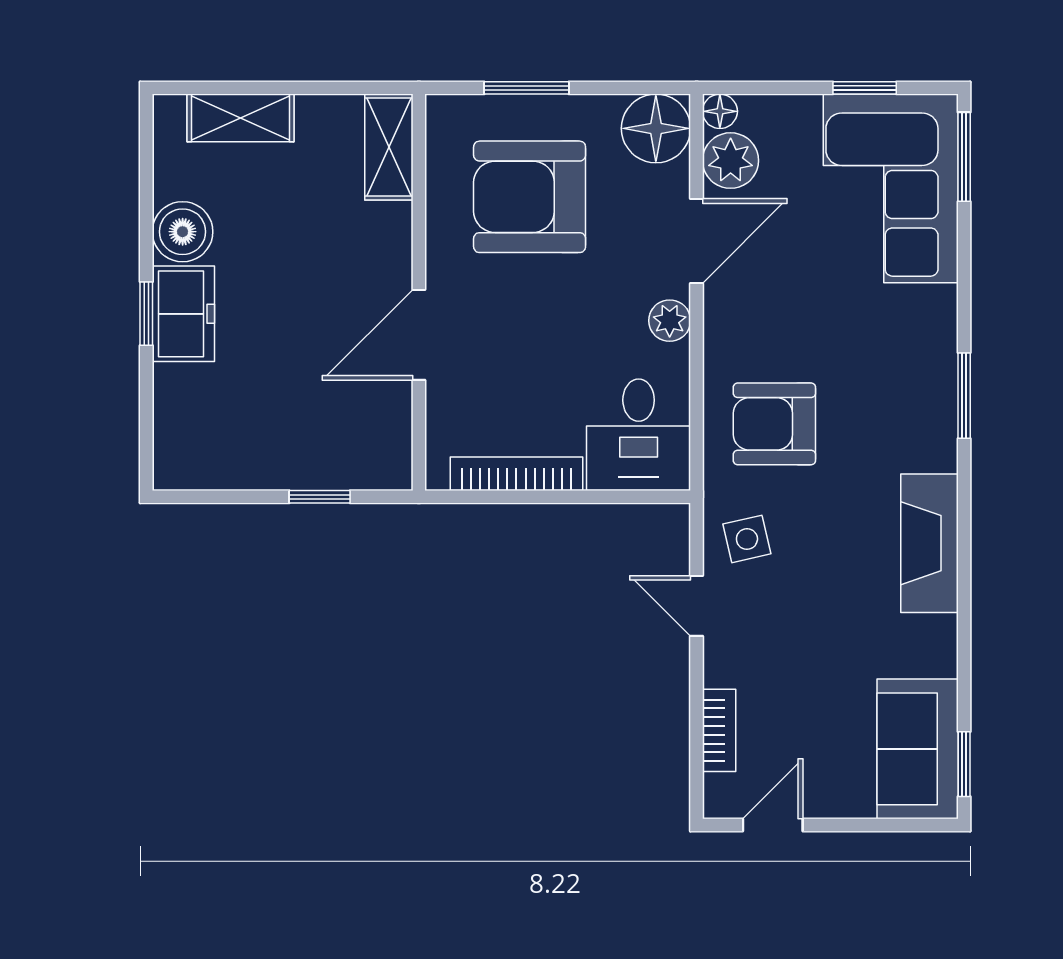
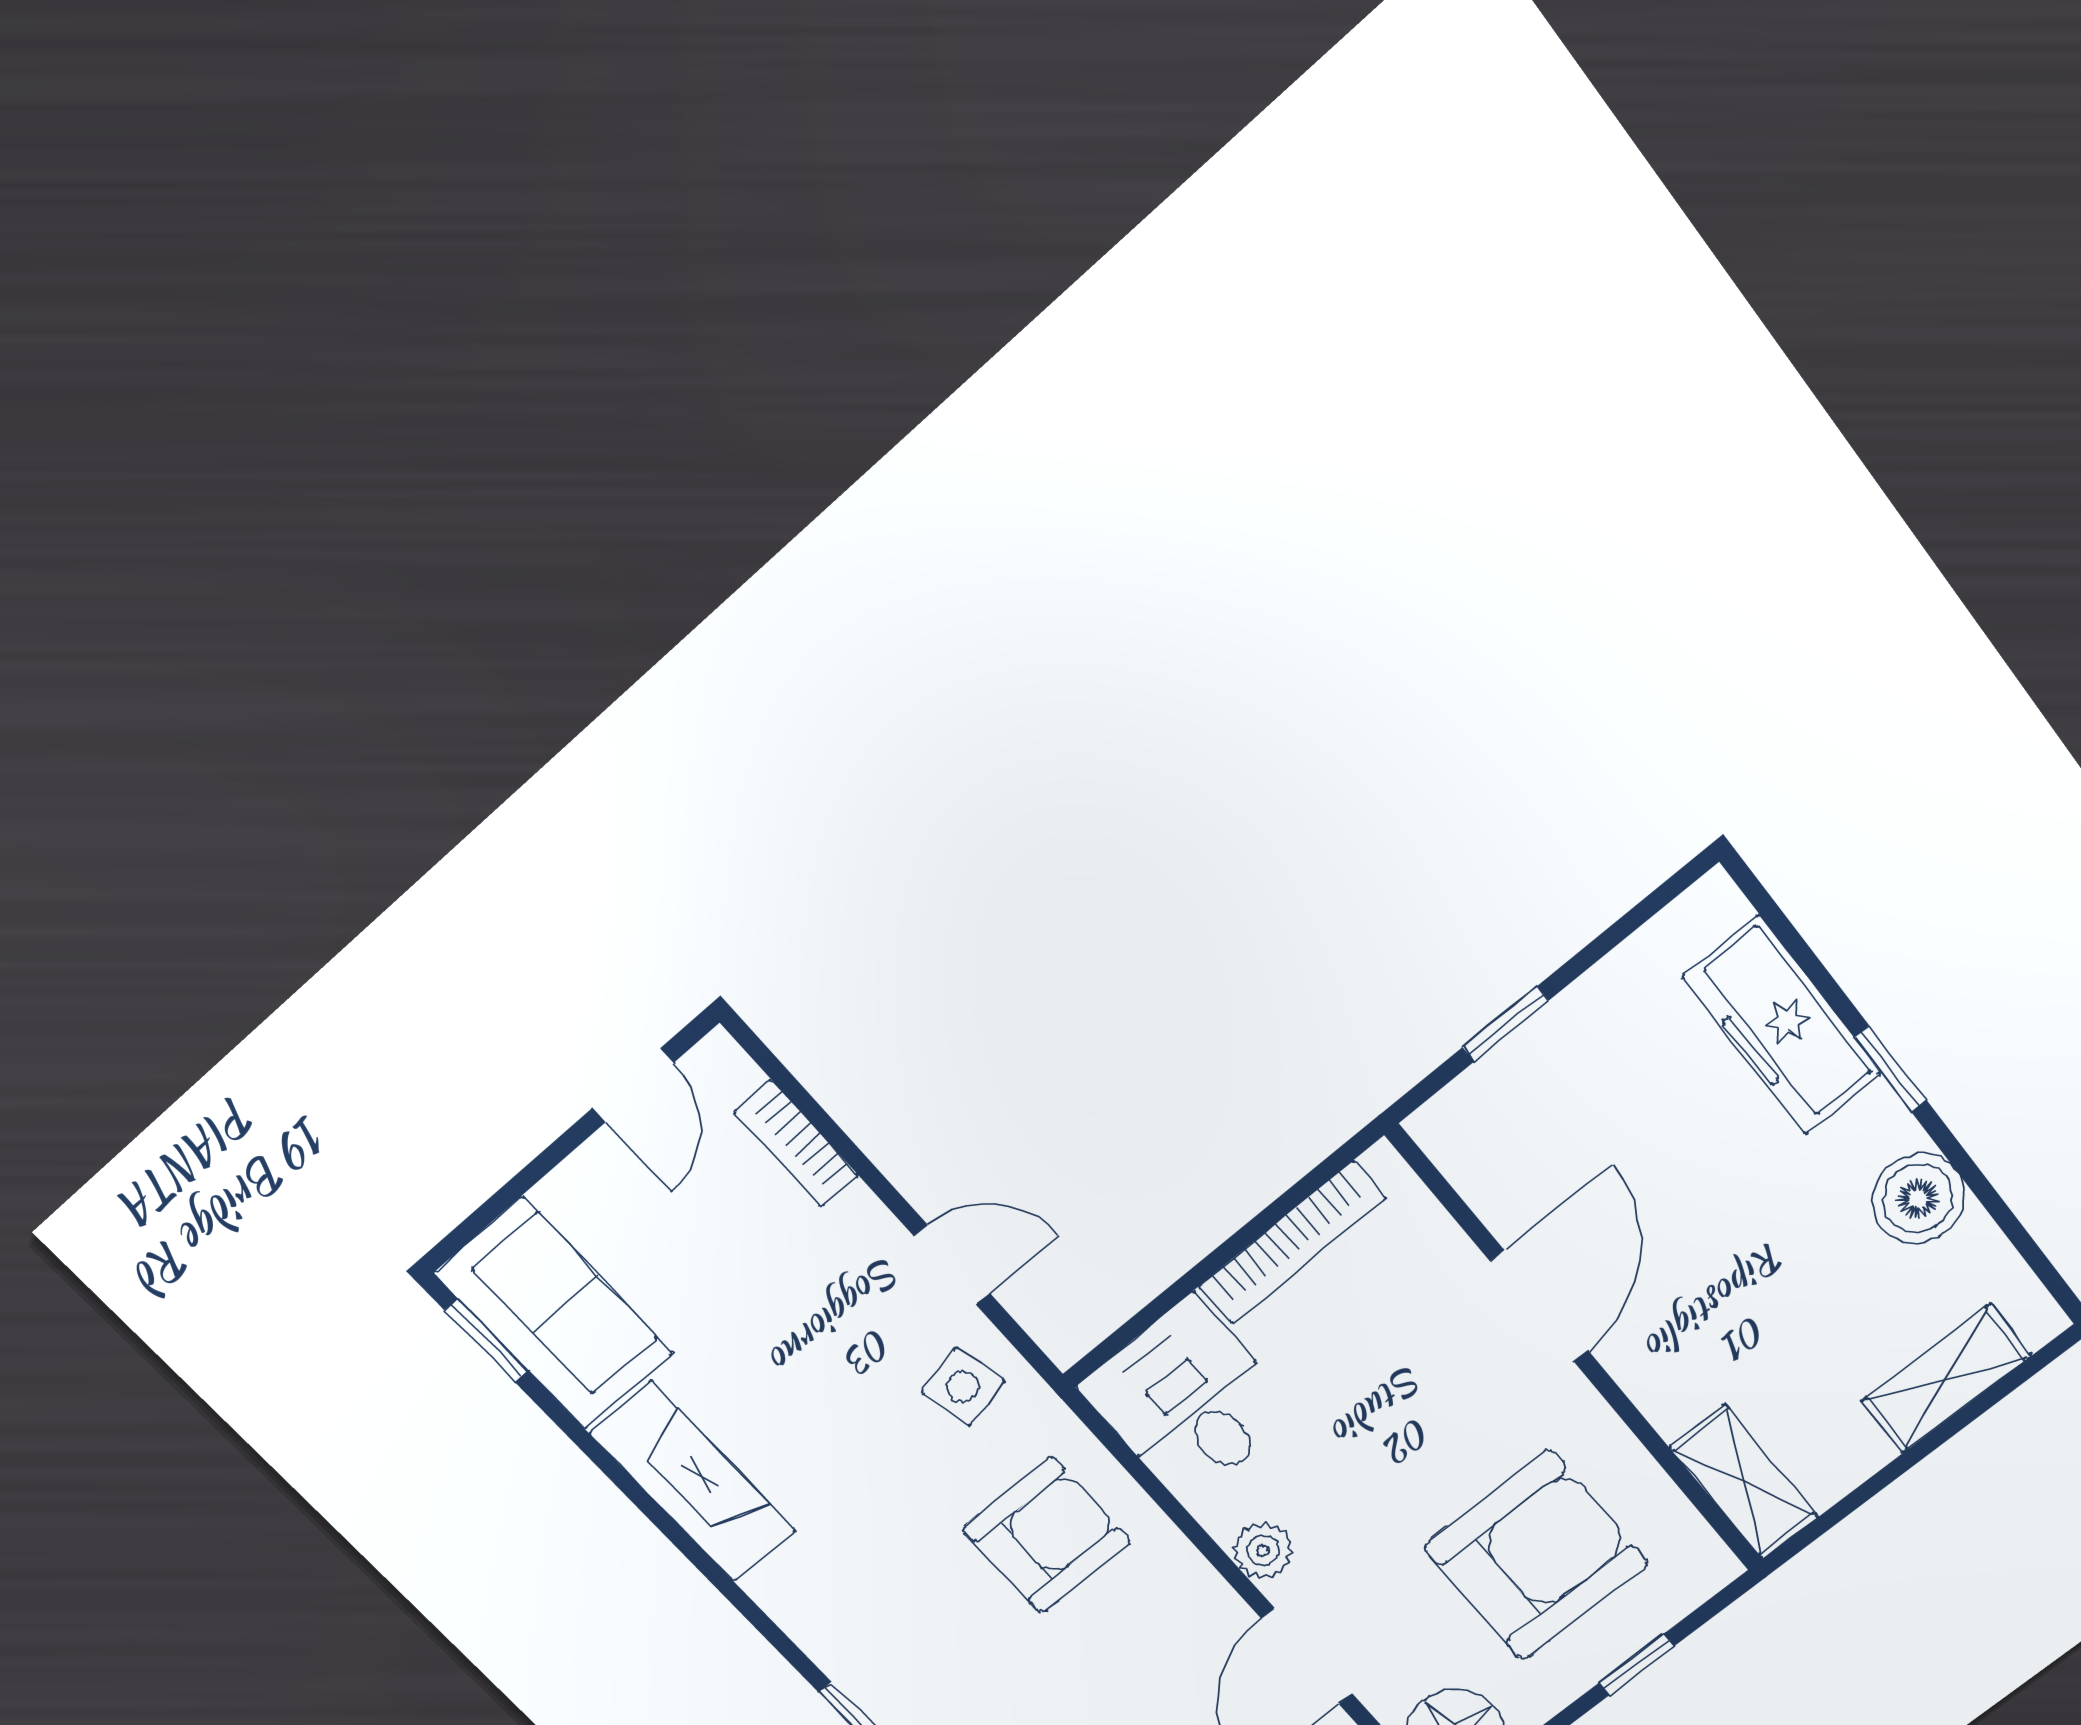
window: (527, 88) -> (1636, 1665), width x0.67
freezer: (183, 314) -> (1782, 1025), moved, width x1.40
fireplace: (930, 543) -> (693, 1482), moved

